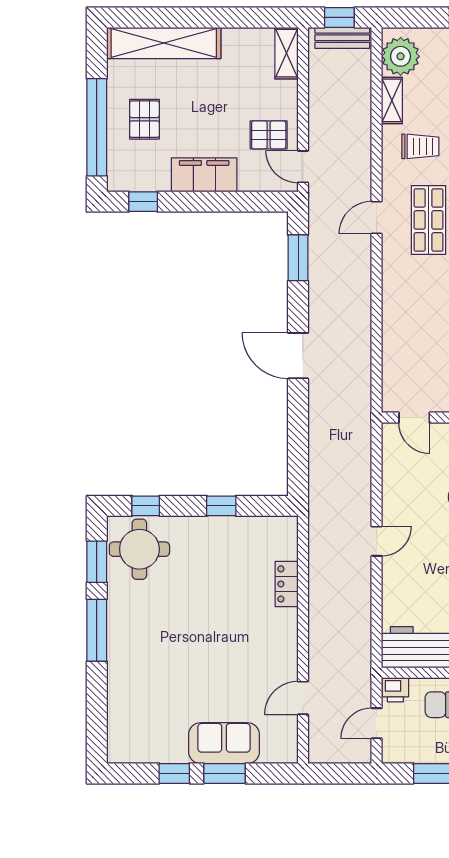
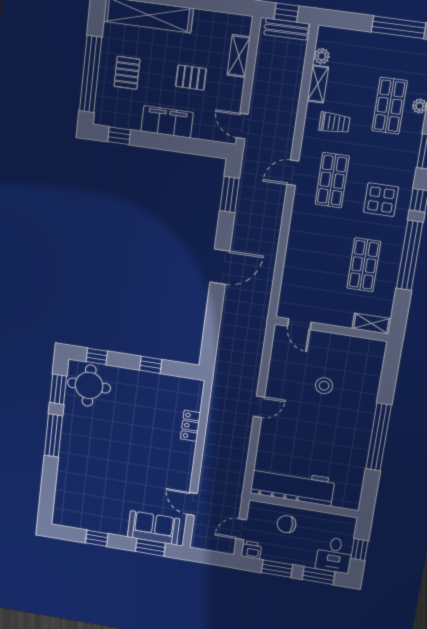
shelving: (286, 53) -> (239, 56), moved
plant: (401, 56) -> (322, 56), width x0.53, depth x0.53
pallet: (269, 135) -> (191, 78), moved
door: (298, 356) -> (220, 267), swing flipped
printer: (395, 690) -> (251, 550), moved, turned 180
door: (303, 698) -> (192, 504), hinge flipped
sofa: (224, 743) -> (154, 528), moved
window: (225, 773) -> (150, 547), moved

